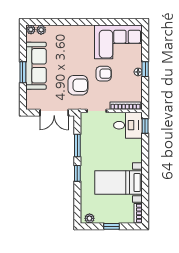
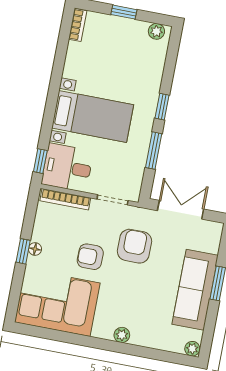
plant: (41, 30) -> (122, 335), moved
armchair: (78, 85) -> (135, 246), turned 90
bed with nightstands: (118, 183) -> (93, 116), moved

